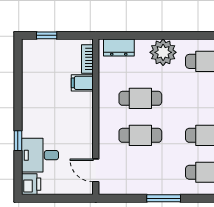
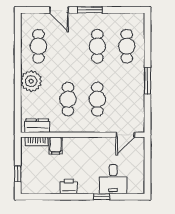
dresser: (119, 48) -> (37, 126), moved, turned -90
printer: (31, 184) -> (69, 186), moved

